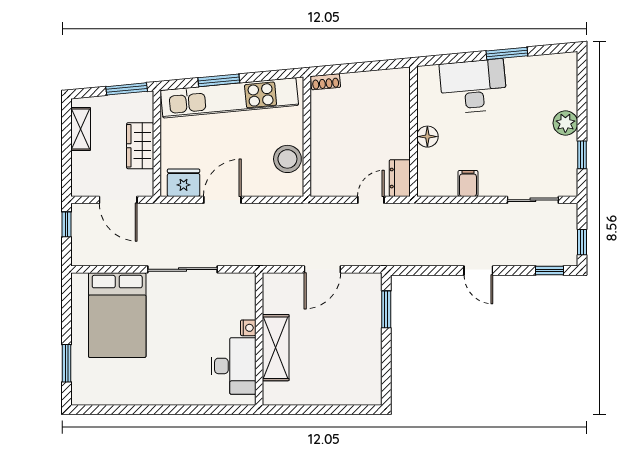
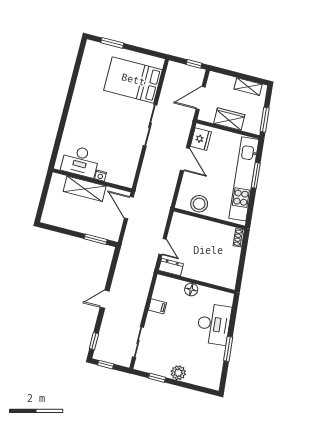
nightstand: (248, 328) -> (100, 176), moved
wall: (259, 339) -> (92, 180), moved
shelving: (276, 348) -> (85, 189), moved
desk: (233, 366) -> (80, 161), moved

